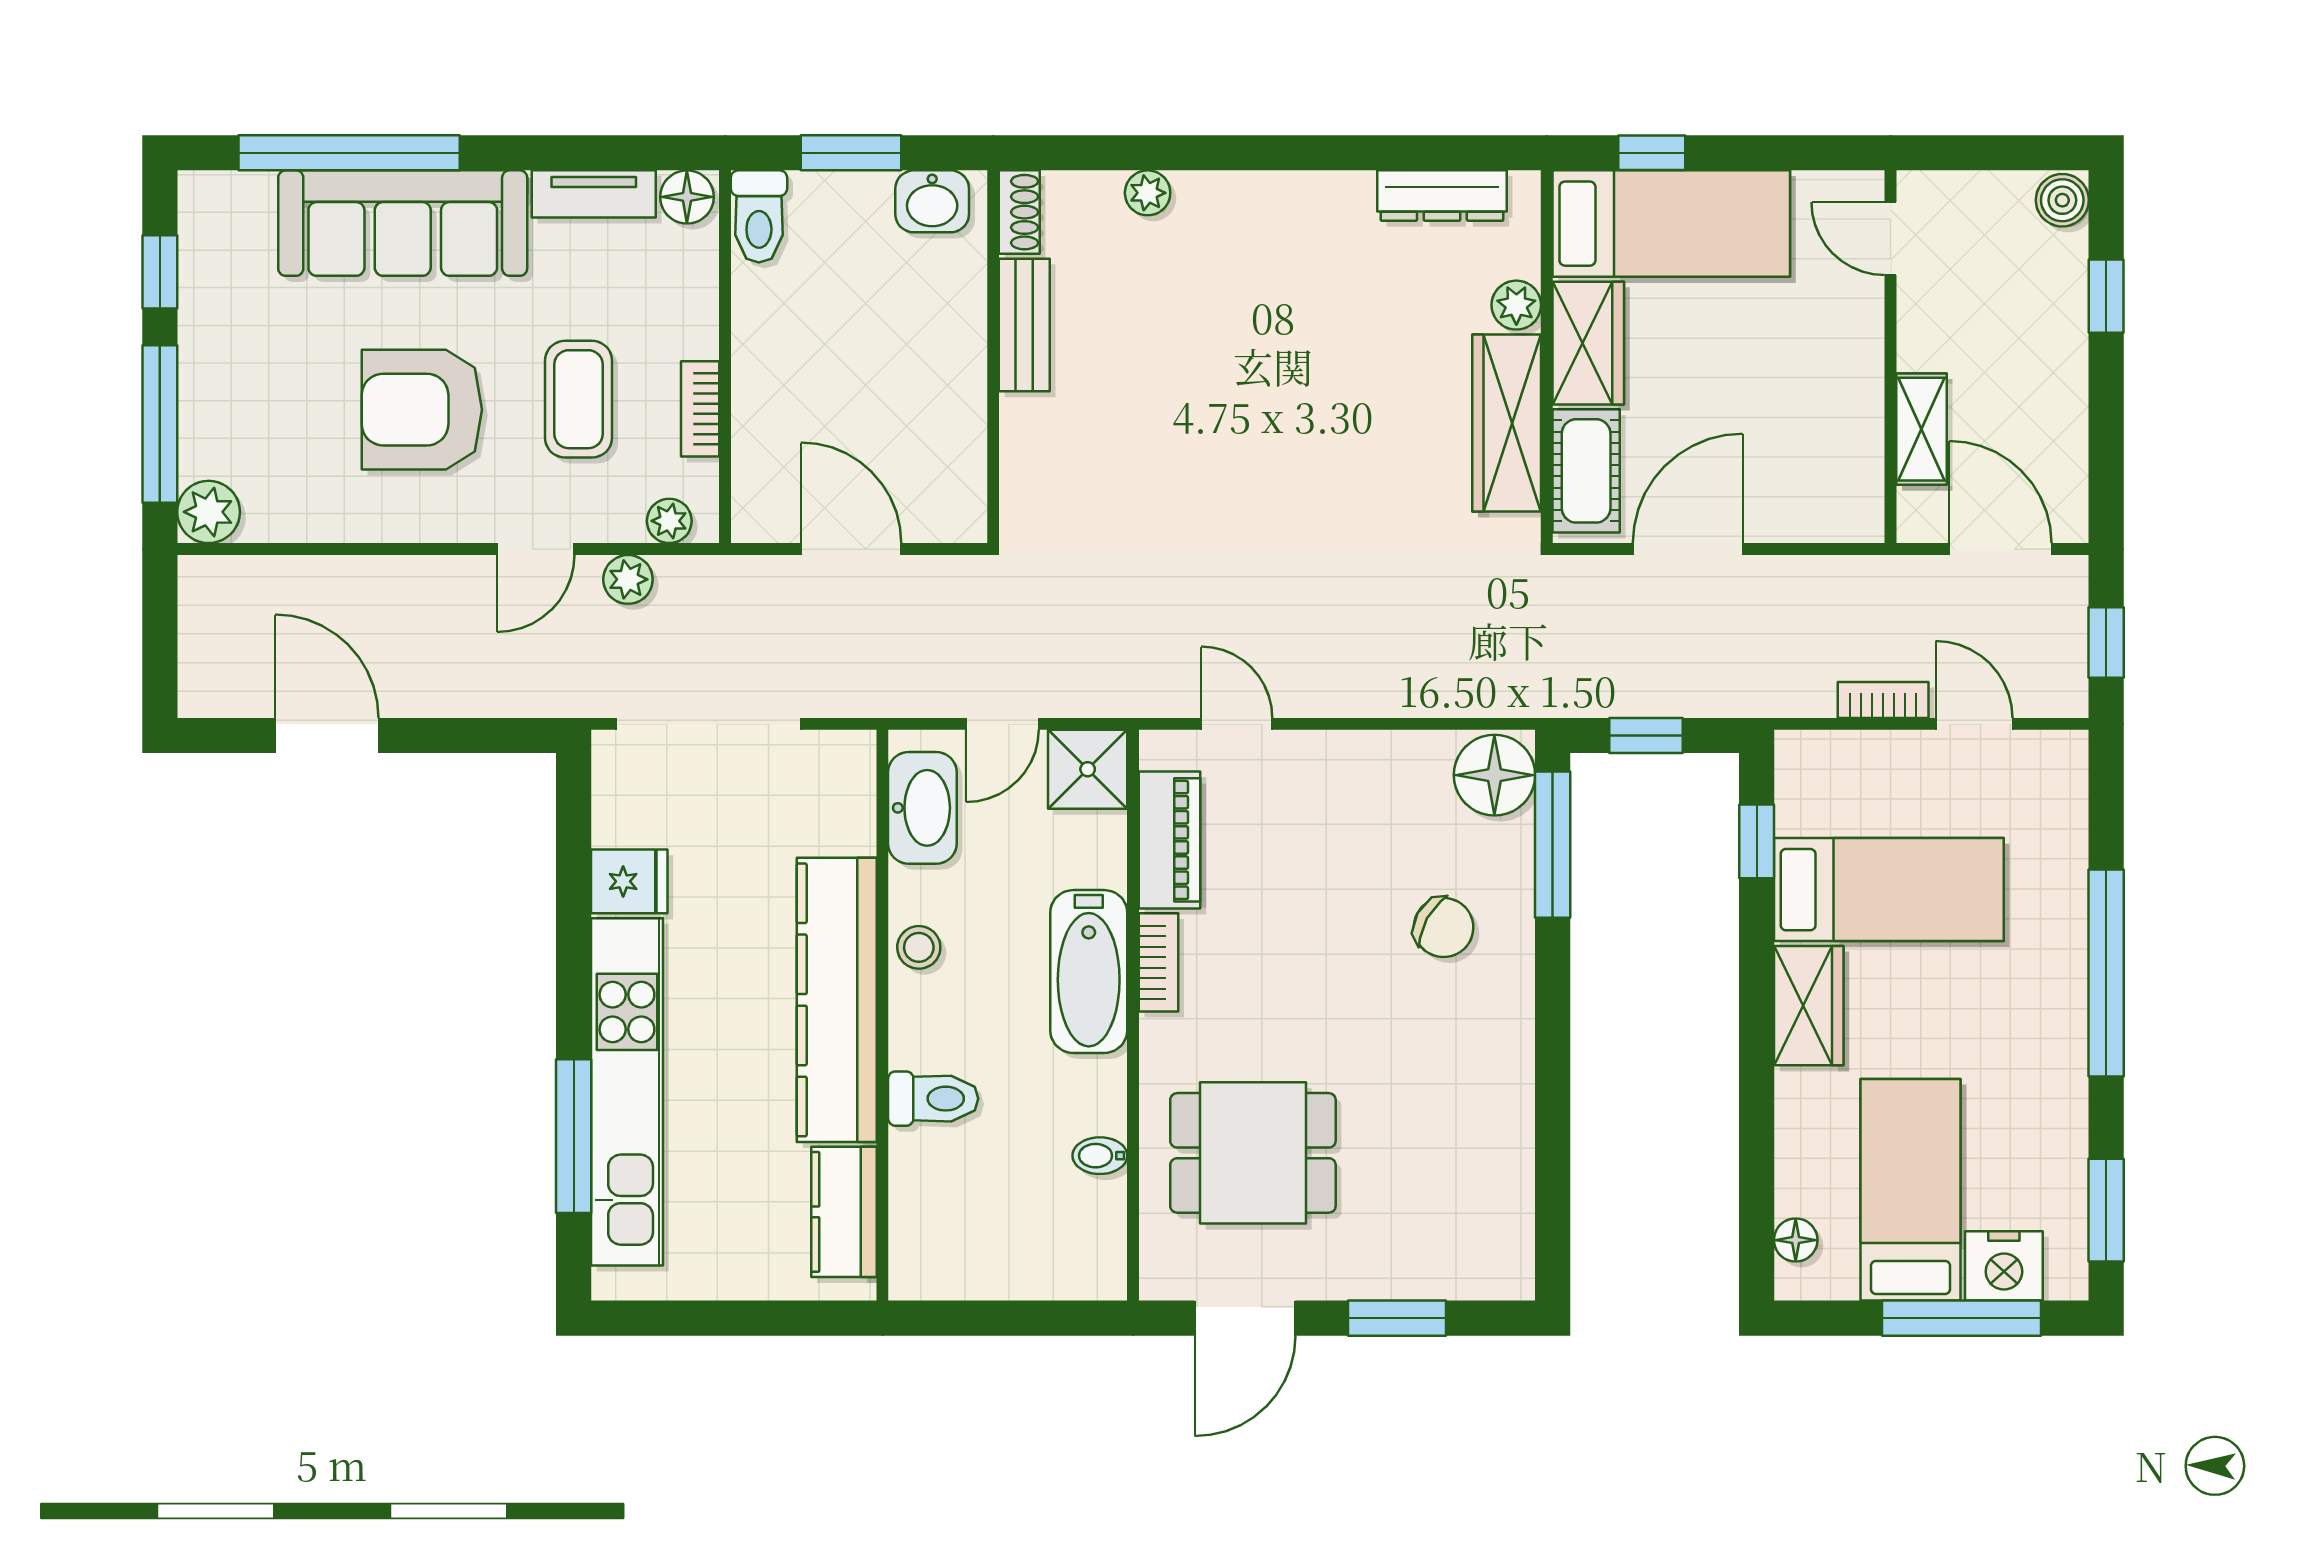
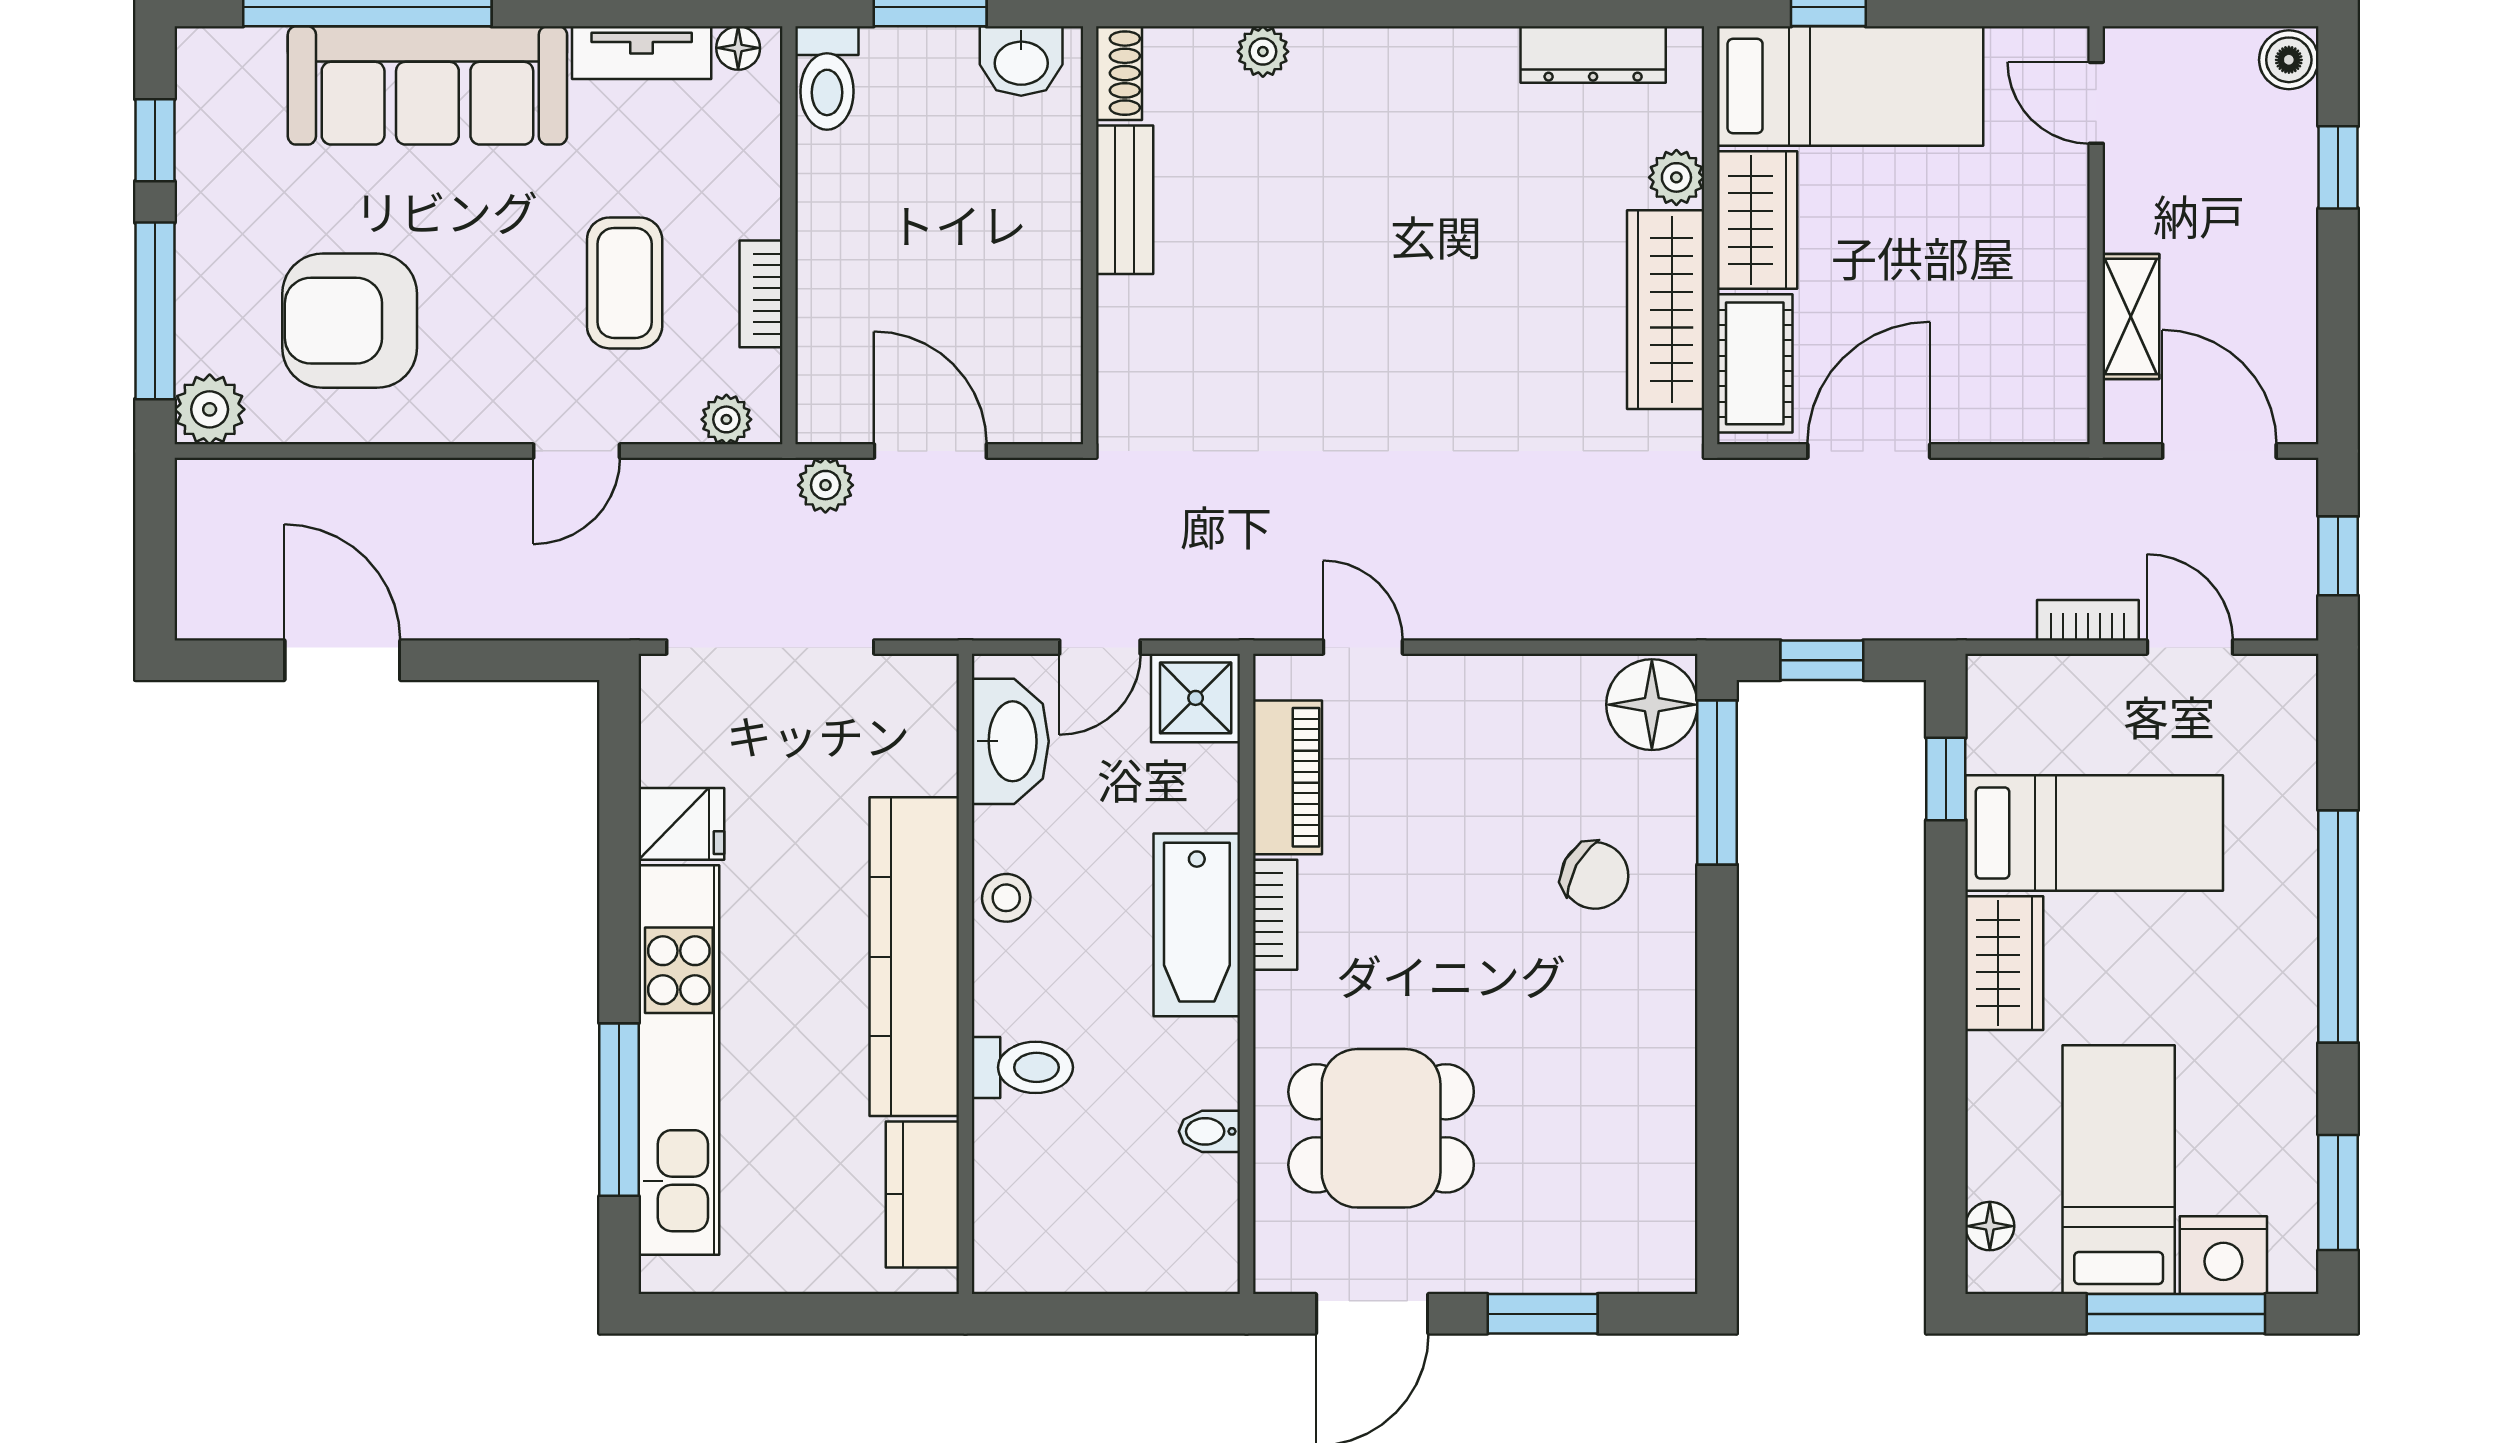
floor lamp: (687, 197) -> (738, 48), width x0.73, depth x0.73
armchair: (422, 410) -> (350, 321), moved
plant: (628, 579) -> (825, 485), moved

